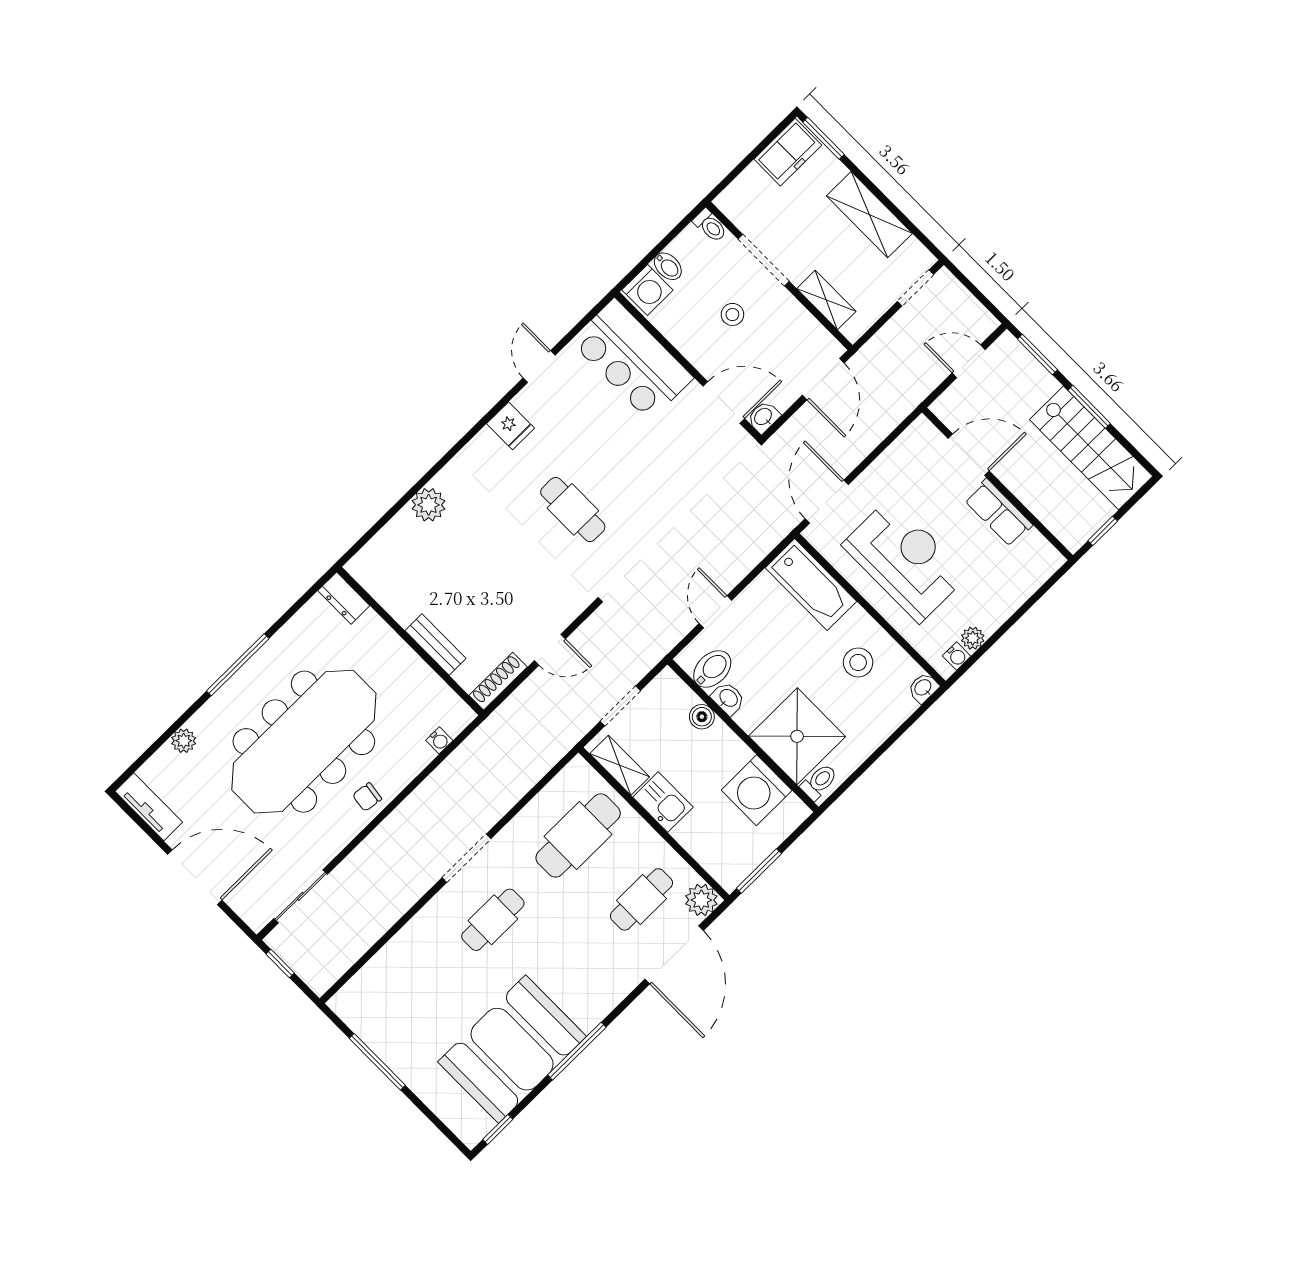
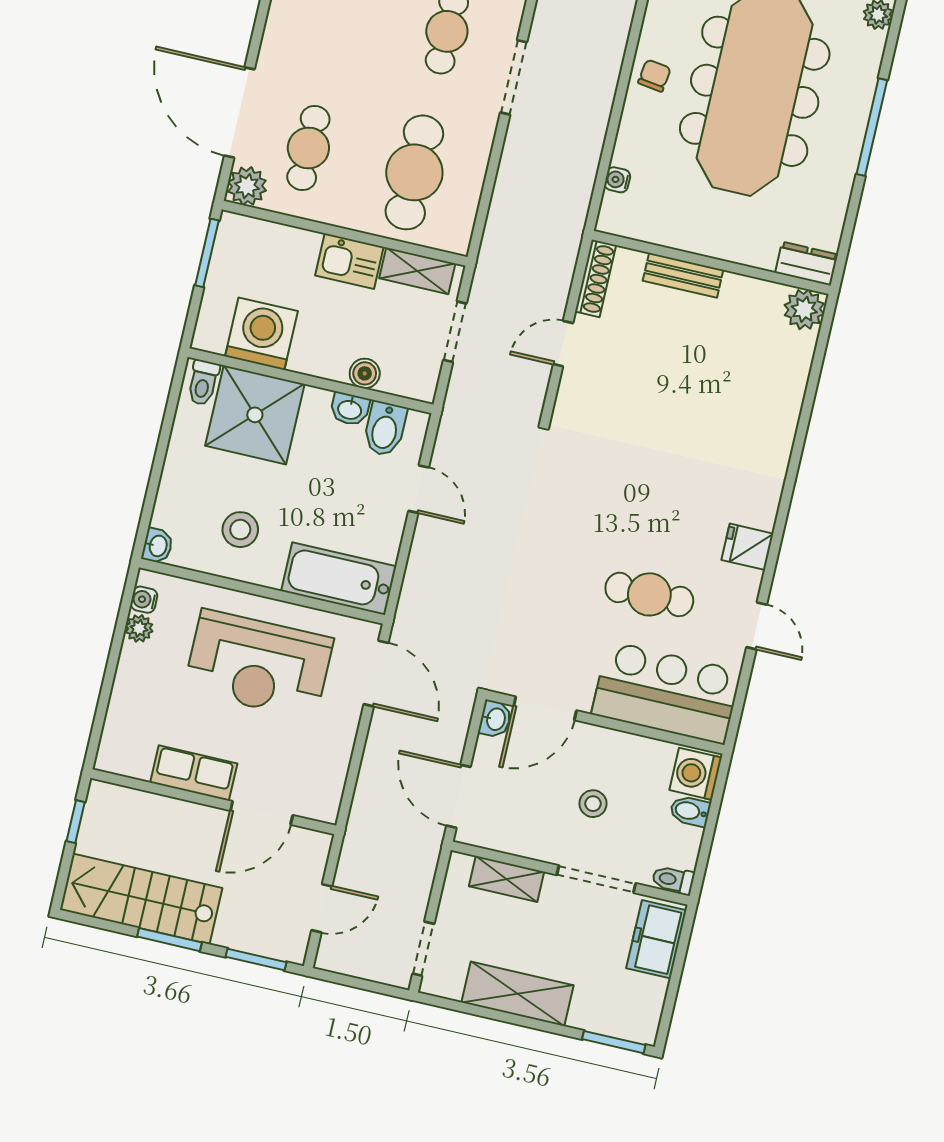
freezer: (788, 152) -> (656, 939), moved
plant: (429, 505) -> (804, 309), moved
cafe table: (573, 509) -> (649, 594), moved

